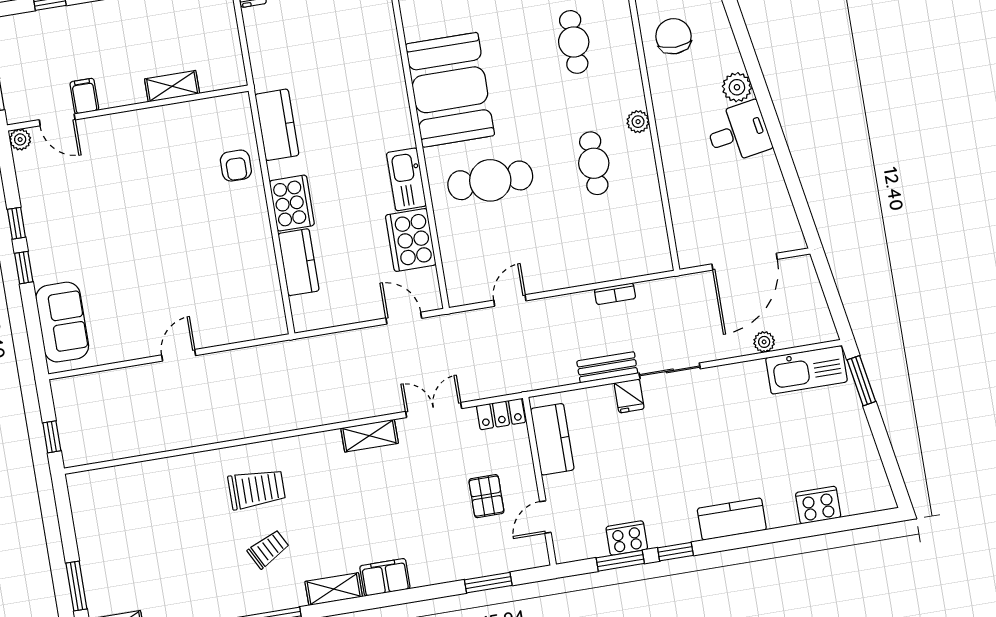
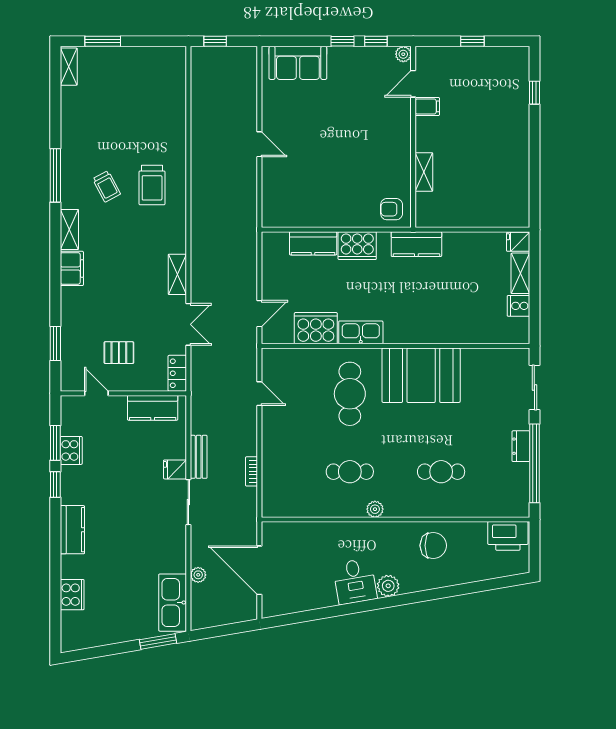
shelving: (172, 86) -> (424, 172), moved
filing cabinet: (84, 96) -> (427, 106), moved
wall: (128, 108) -> (413, 137), moved
door: (57, 120) -> (413, 84), moved
plant: (20, 139) -> (403, 54), moved

